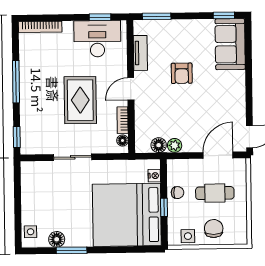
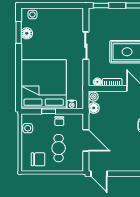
plant: (175, 145) -> (93, 96), moved
door: (218, 155) -> (86, 140), moved
chair: (214, 229) -> (38, 159), moved
window: (72, 250) -> (19, 32), moved

